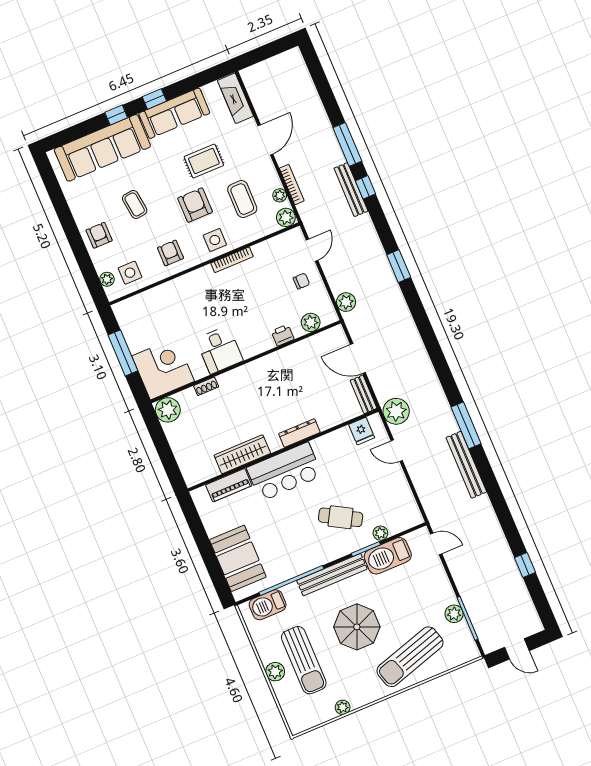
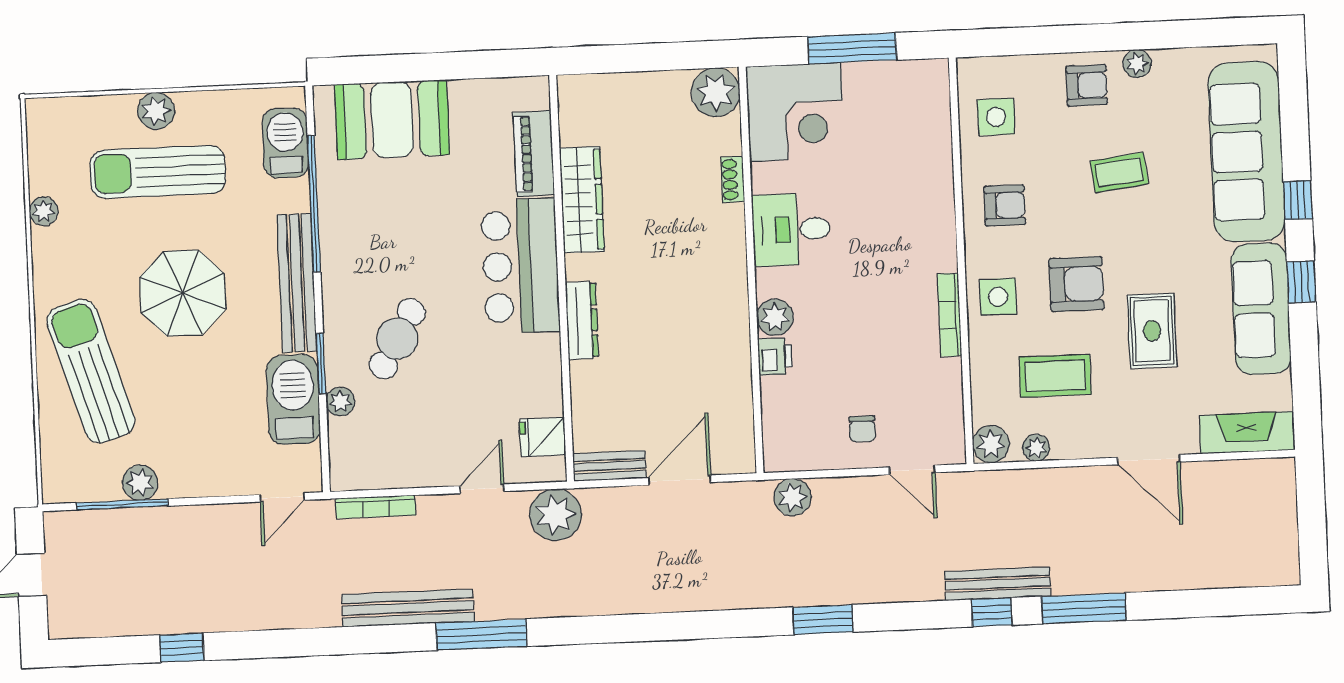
bookcase: (292, 185) -> (376, 507), moved
plant: (107, 279) -> (1137, 64), moved
plant: (311, 322) -> (775, 317), moved

